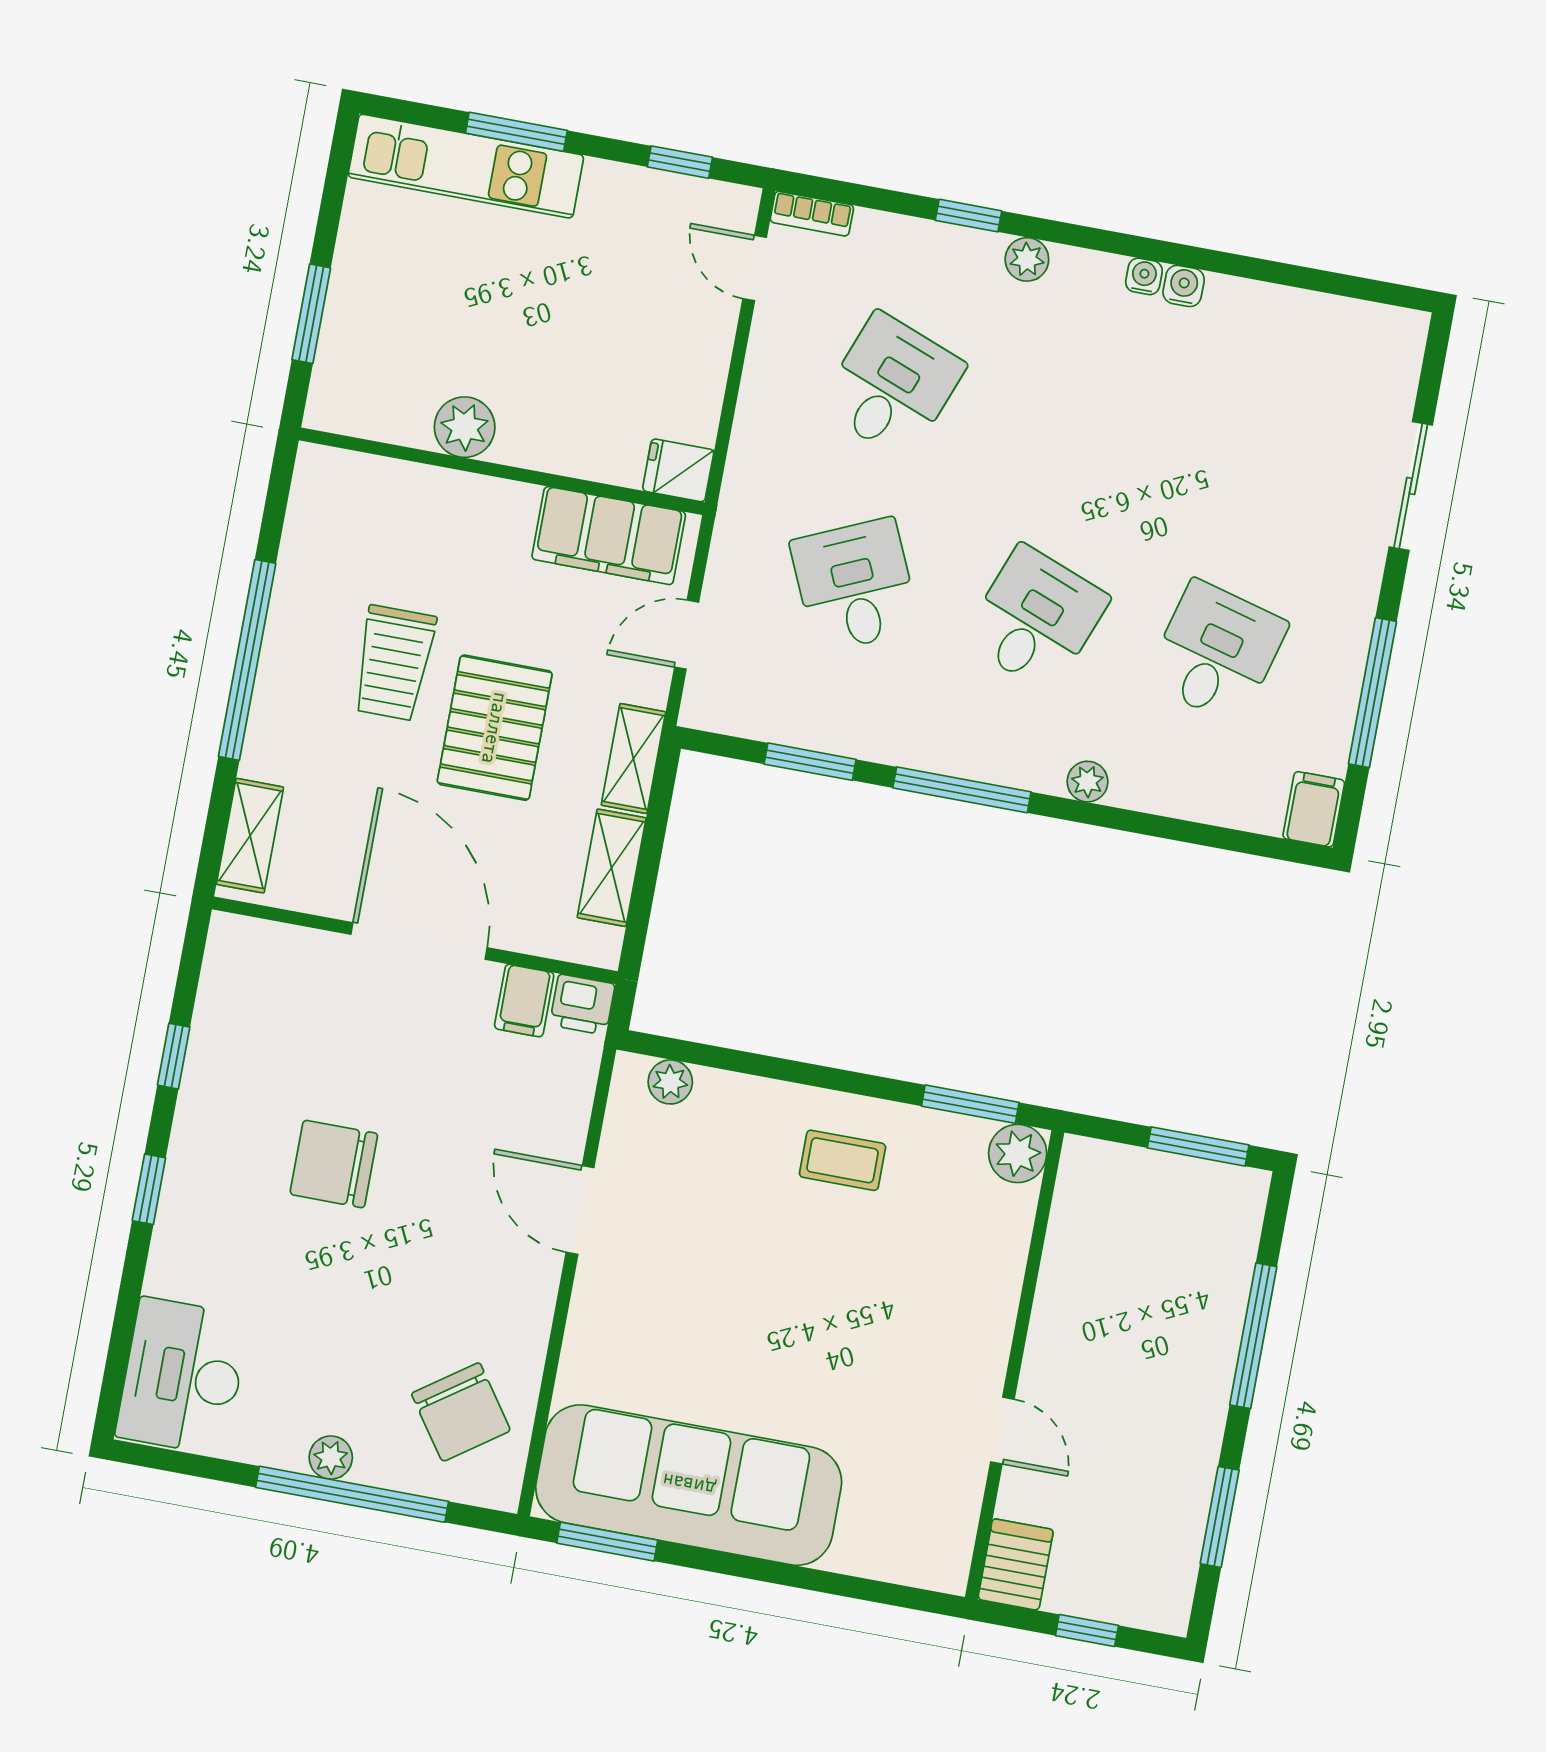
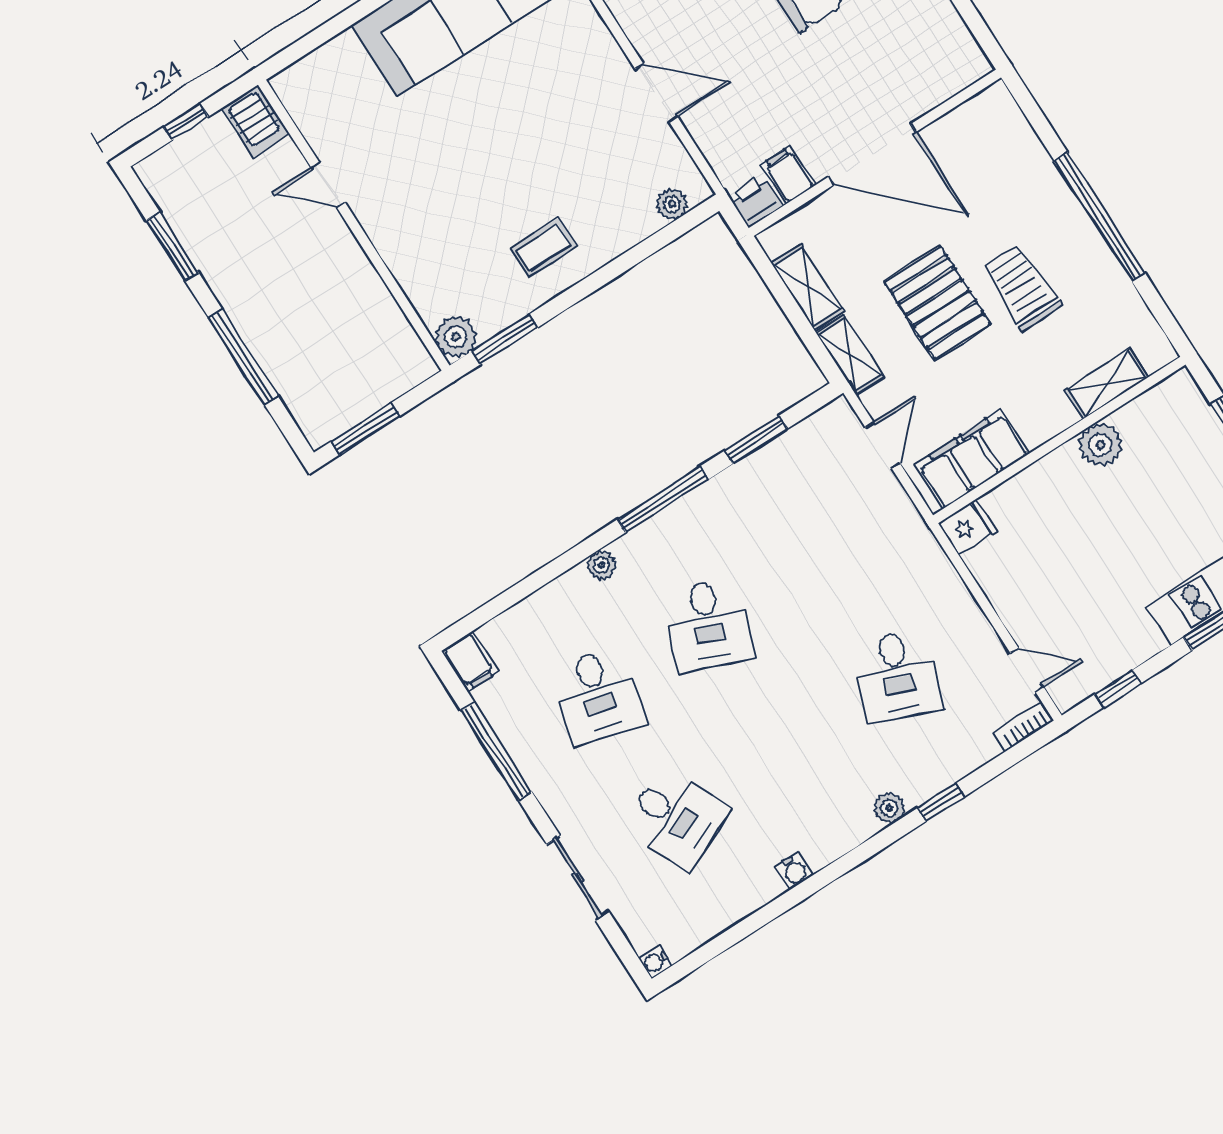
water cooler: (1144, 276) -> (655, 962), moved, turned 90
desk: (855, 585) -> (676, 818), moved
shelving: (250, 836) -> (1106, 384), moved, turned 90

